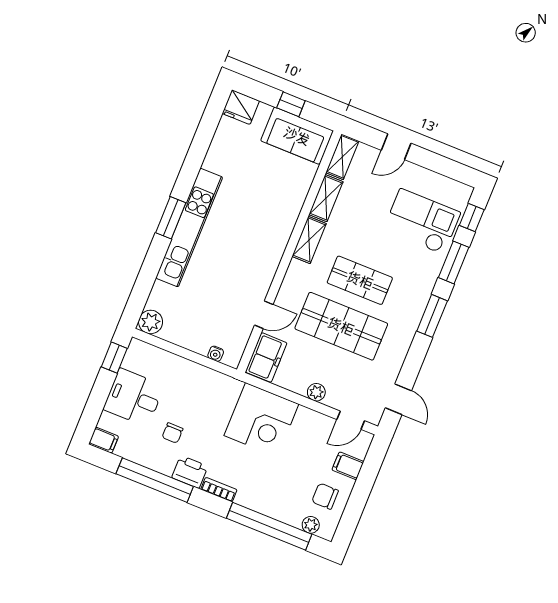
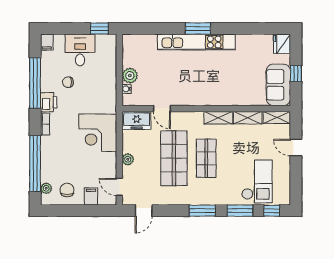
plant: (151, 322) -> (130, 76), moved

